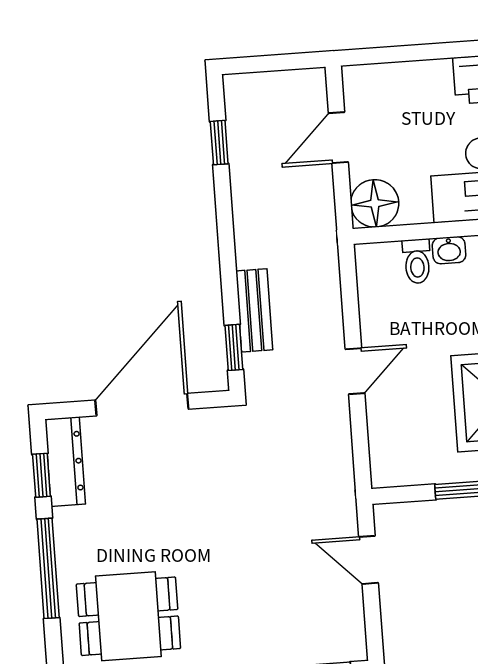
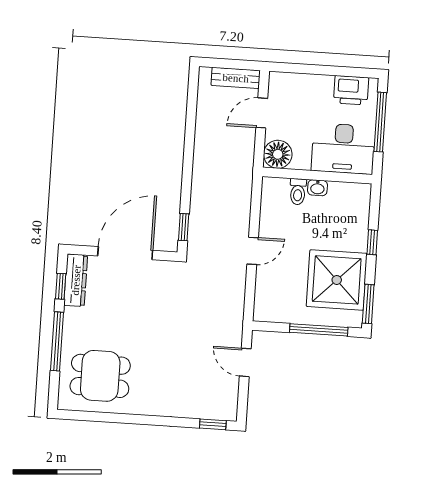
window: (219, 143) -> (192, 106), removed
bench: (254, 310) -> (236, 78), moved, turned 90

